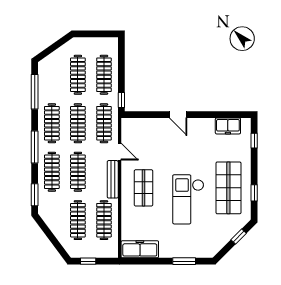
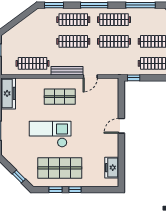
clothes rail: (104, 123) -> (114, 63), removed
window: (254, 141) -> (75, 190), moved
clothes rail: (78, 220) -> (33, 41), removed

